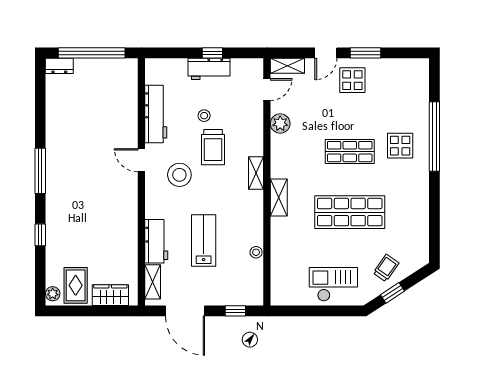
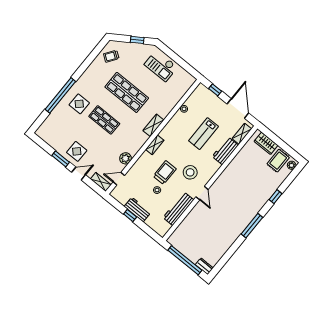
trolley: (386, 268) -> (111, 56), moved

